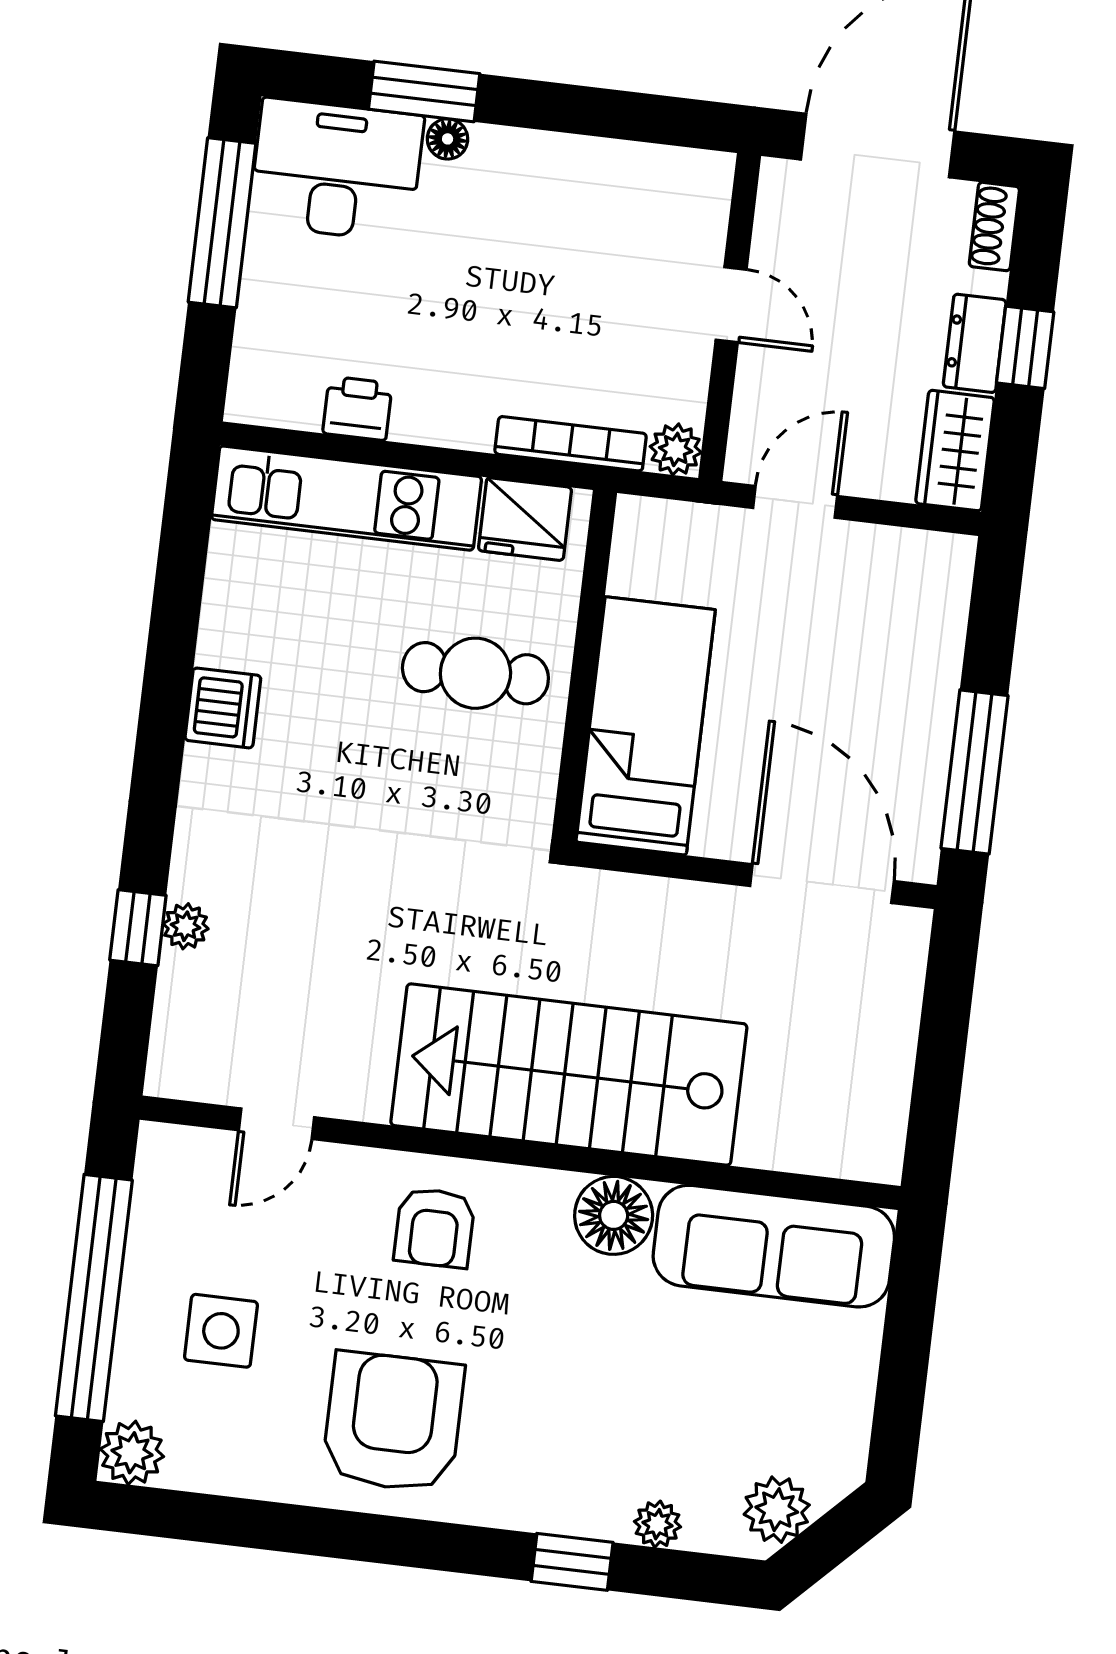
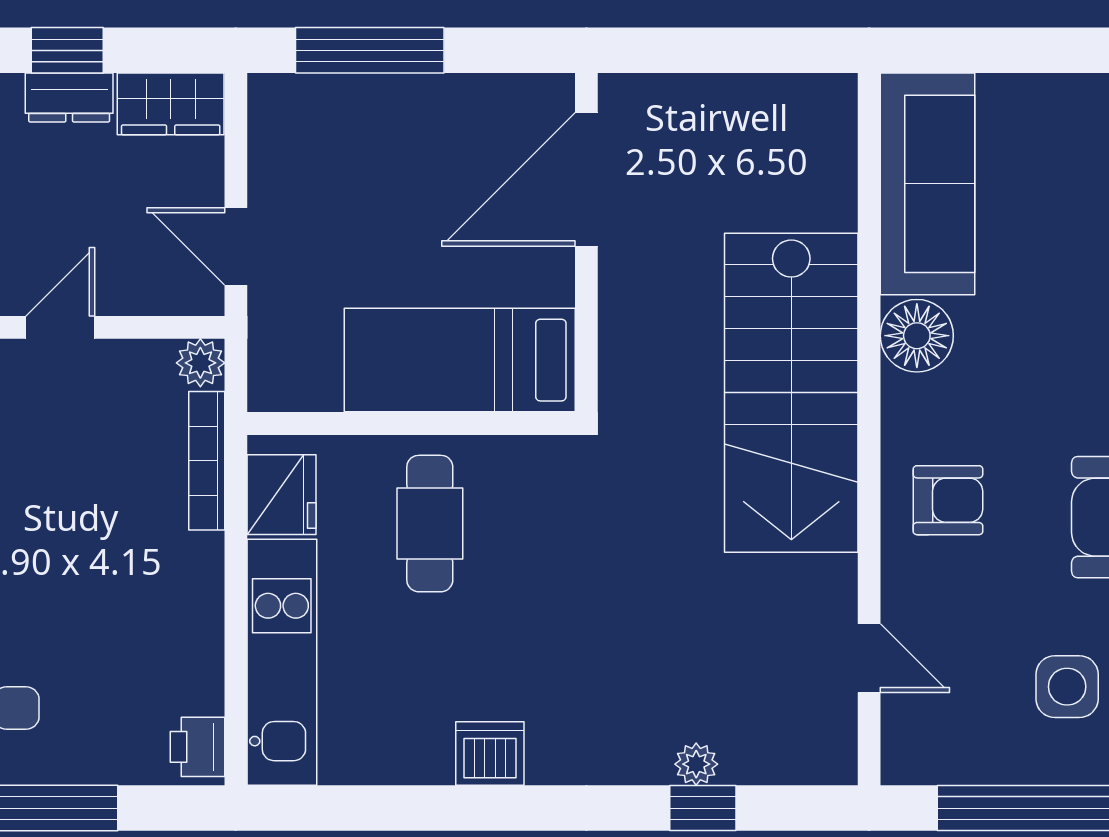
printer: (358, 408) -> (197, 747), moved
window: (975, 772) -> (370, 50), moved

